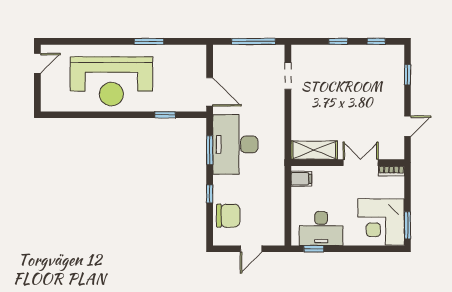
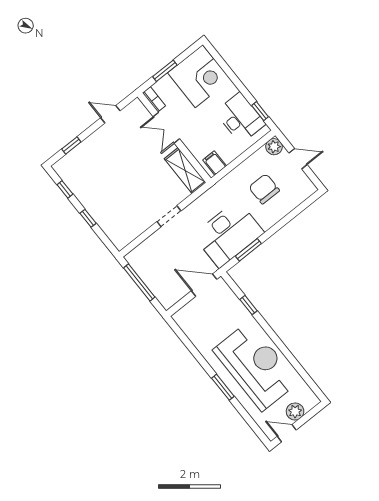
window: (149, 41) -> (223, 387), moved
doorway: (288, 76) -> (169, 216), moved
plant: (50, 84) -> (295, 411), added
door: (210, 92) -> (204, 285), hinge flipped
window: (210, 194) -> (282, 223), removed
chair: (228, 216) -> (264, 189), moved
window: (407, 225) -> (165, 71), moved
plant: (276, 237) -> (274, 147), added

